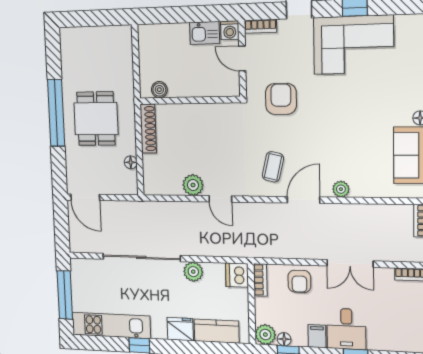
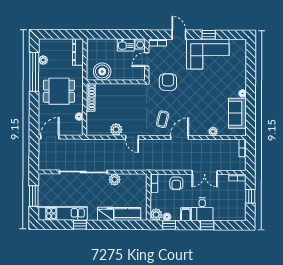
dresser: (124, 49) -> (78, 52), added
door: (242, 58) -> (147, 60), hinge flipped
plant: (68, 65) -> (43, 60), added
boiler: (159, 90) -> (102, 71), width x1.86, depth x1.86
window: (56, 113) -> (34, 72), moved
dining table: (96, 119) -> (59, 91), turned 90
plant: (341, 189) -> (213, 131), moved
door: (85, 197) -> (50, 137), swing flipped
dishwasher: (237, 275) -> (140, 181), removed
window: (65, 295) -> (34, 196), width x0.69

